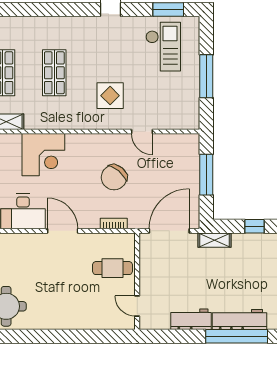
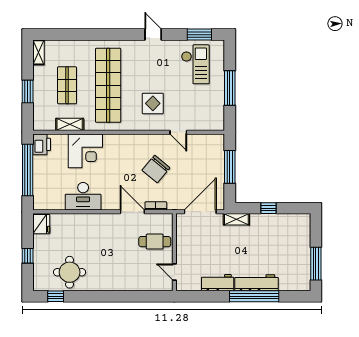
shop shelf: (54, 73) -> (108, 85), width x2.00, depth x1.36
corner desk: (43, 155) -> (85, 151), moved
door: (63, 231) -> (132, 212), moved

